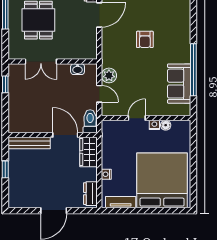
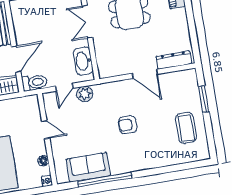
washbasin: (78, 69) -> (83, 61), width x1.91, depth x1.45
nightstand: (154, 125) -> (47, 181), moved

